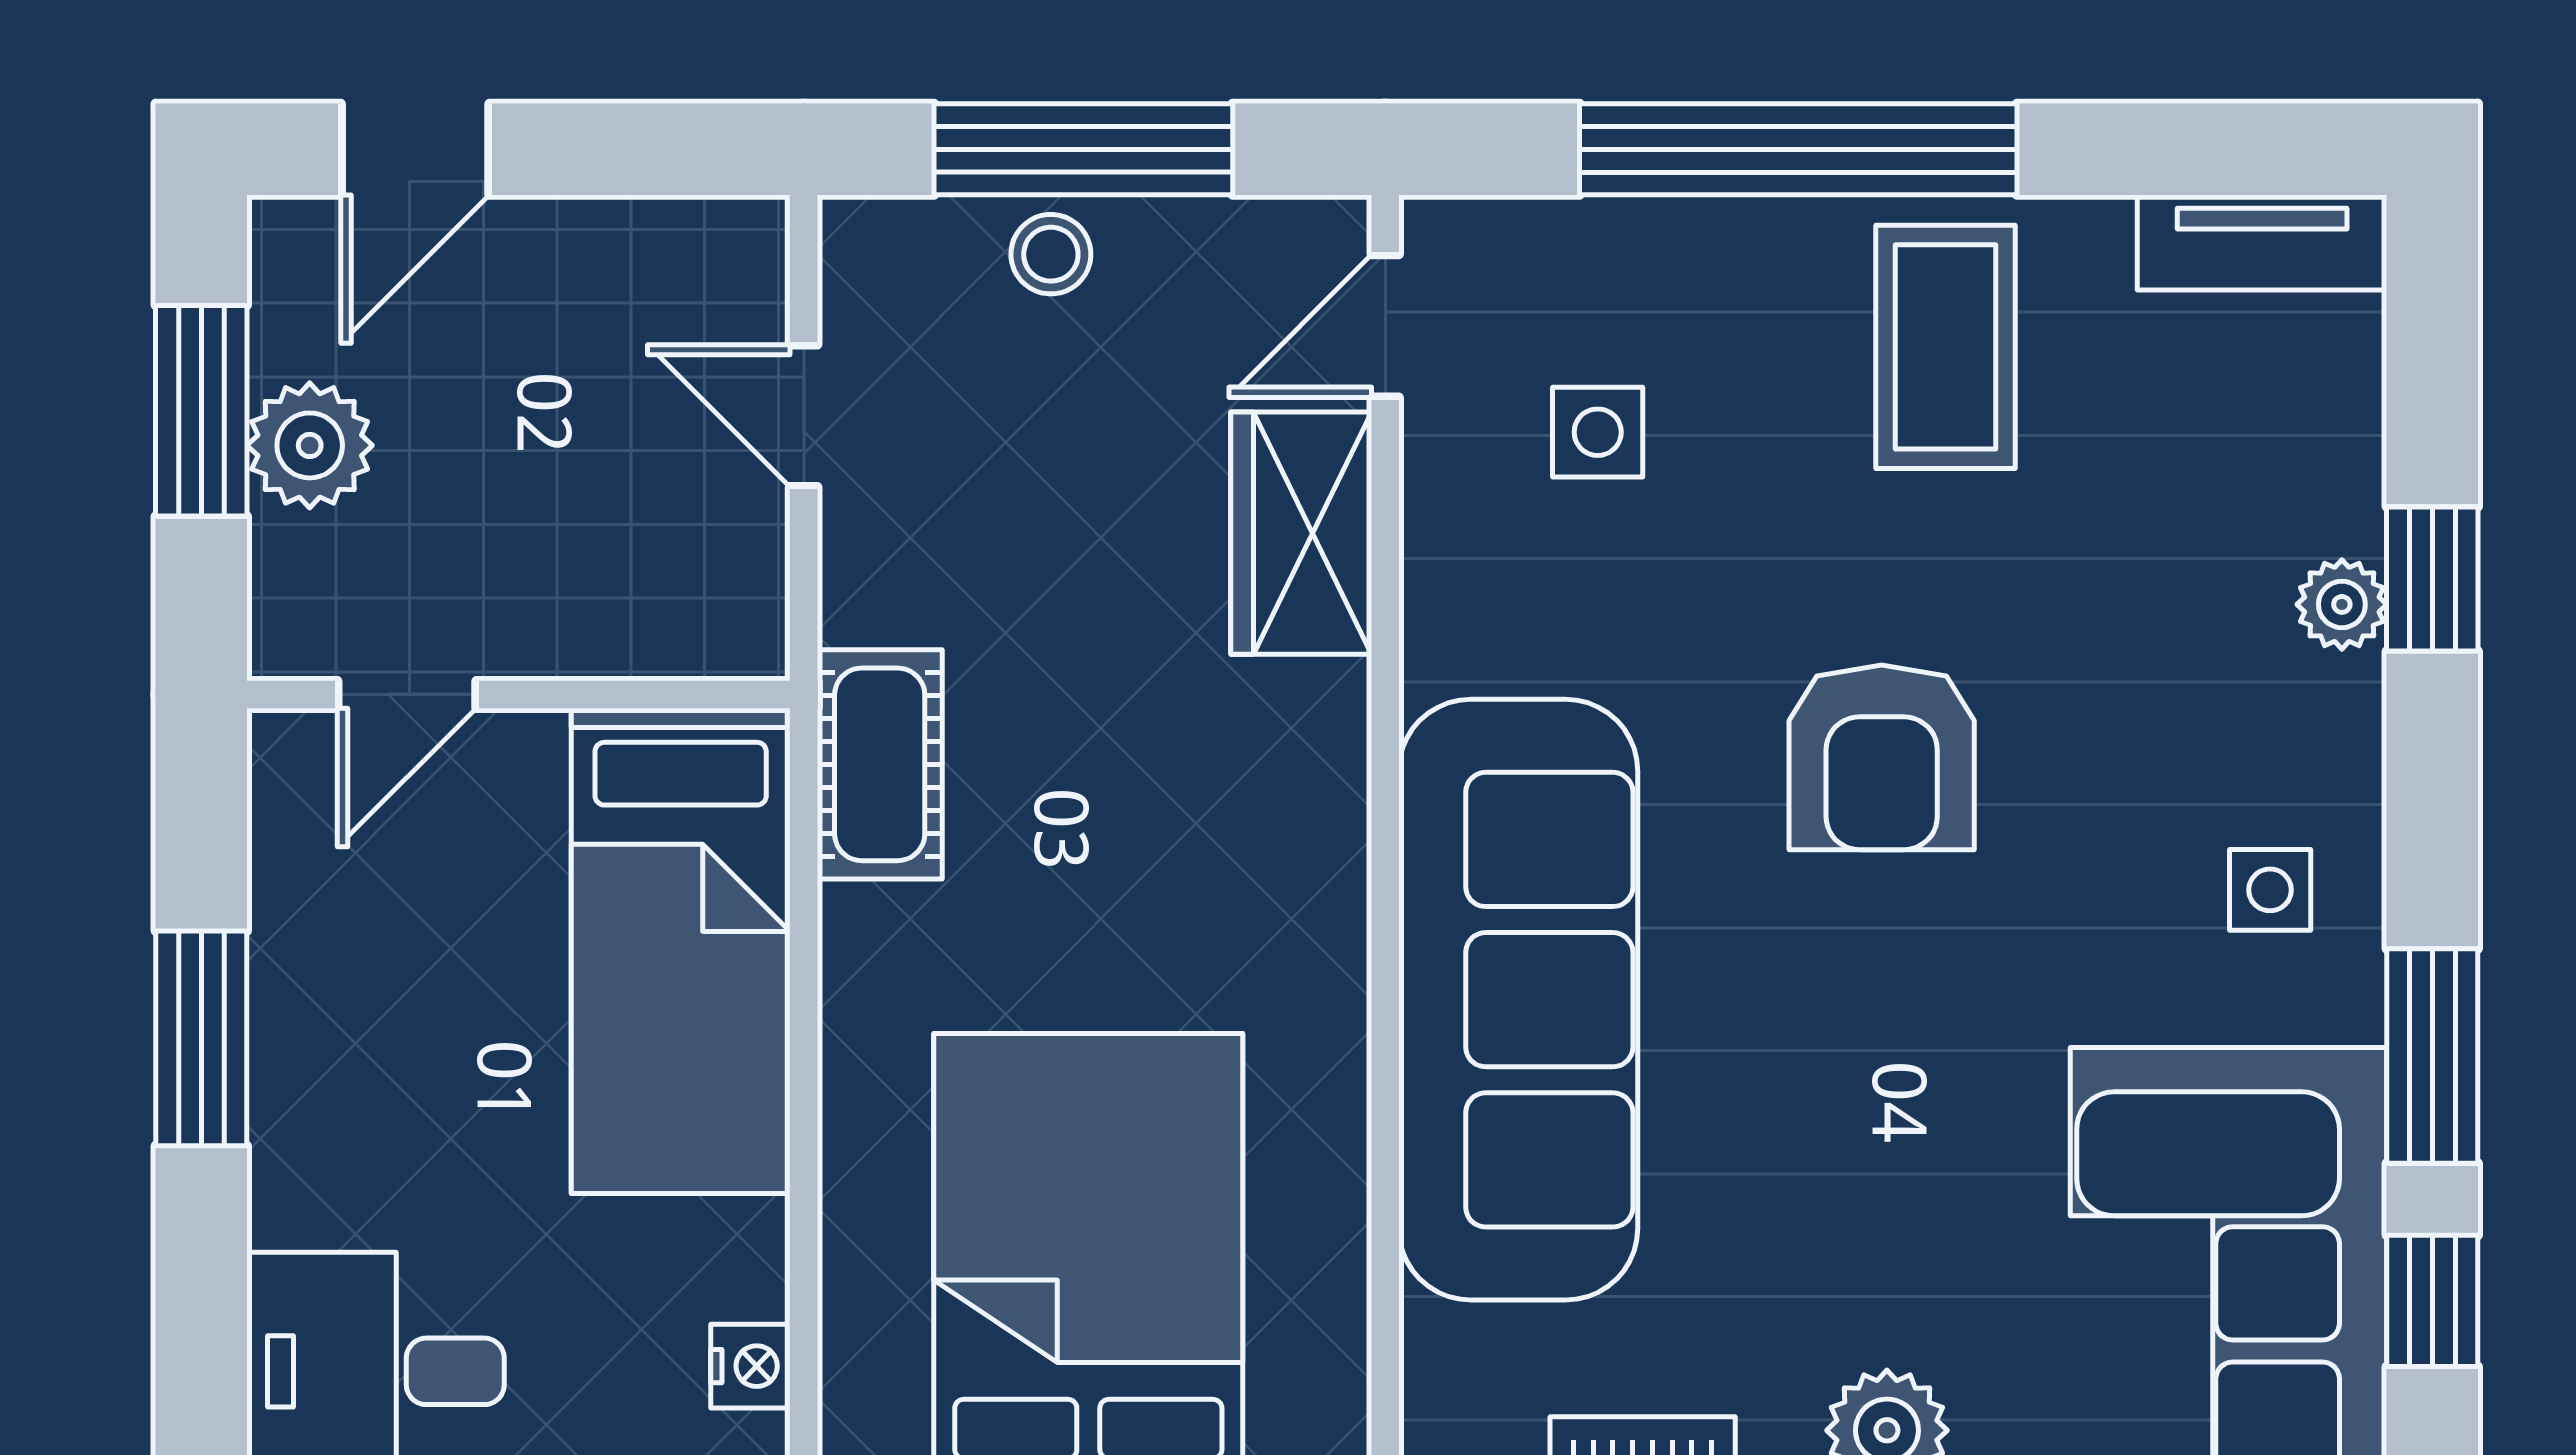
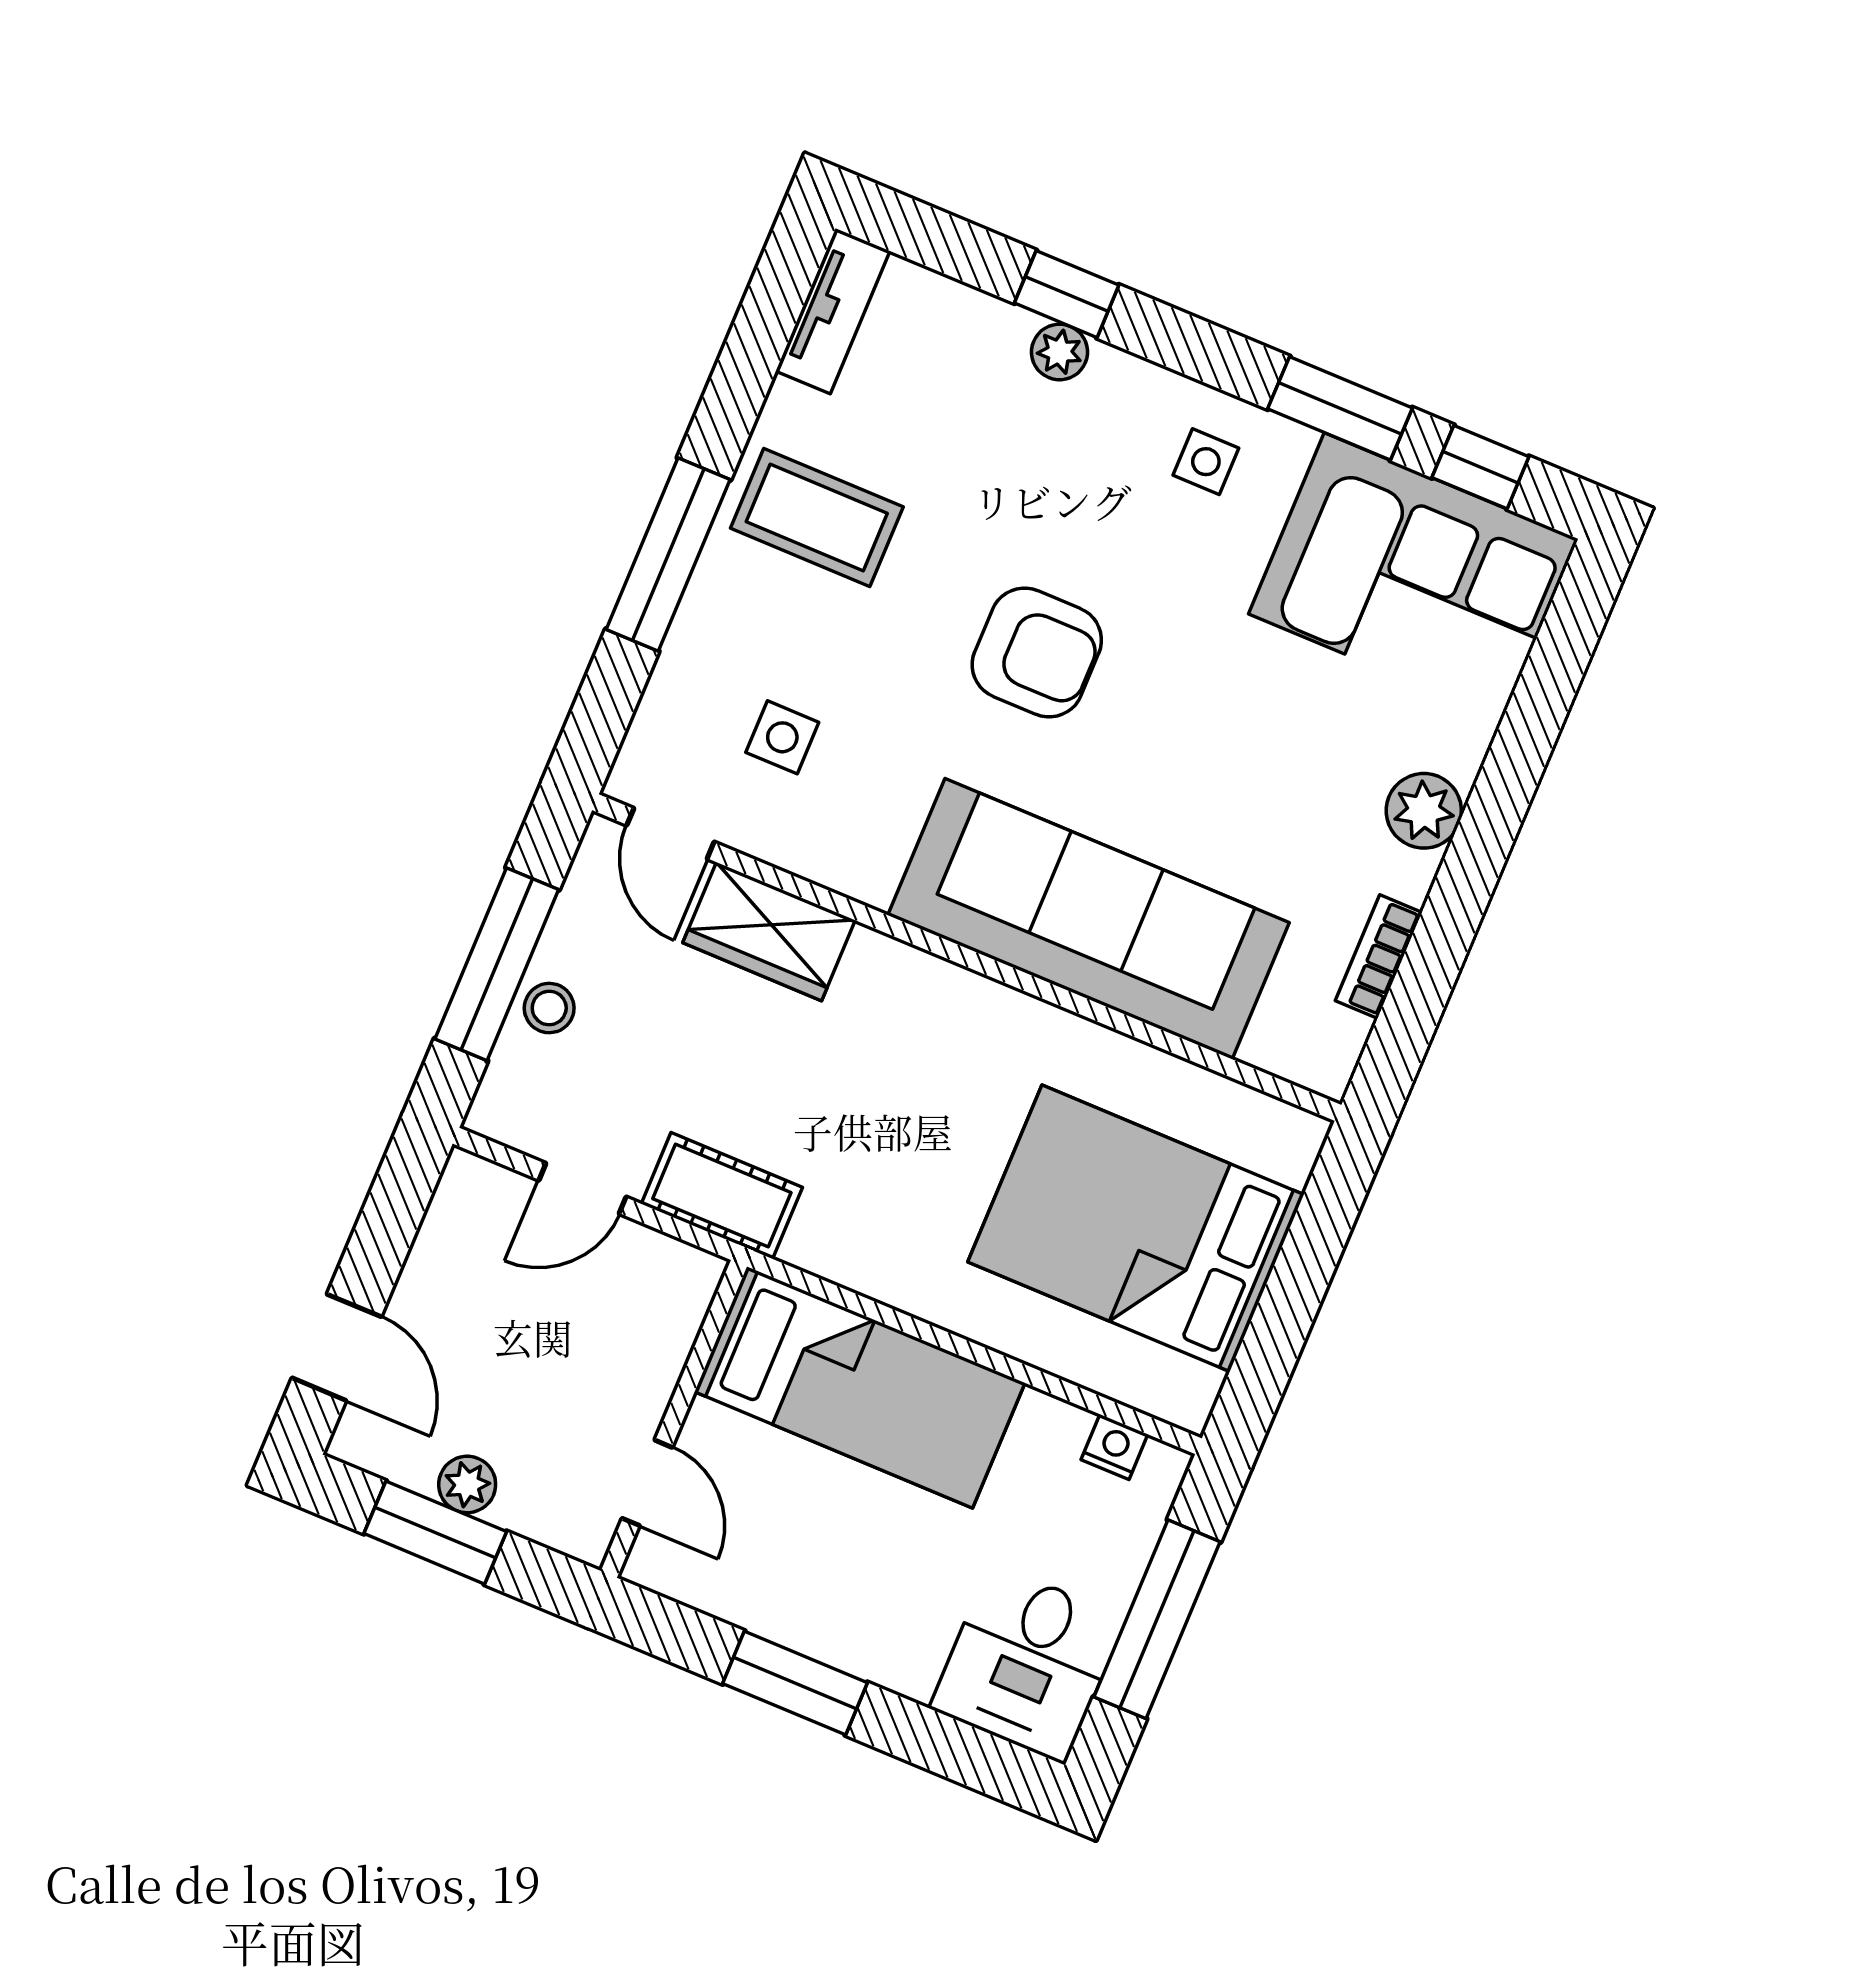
window: (1798, 149) -> (668, 554), width x0.68
plant: (310, 445) -> (467, 1484), width x0.73, depth x0.73
cot: (880, 764) -> (722, 1196), moved

